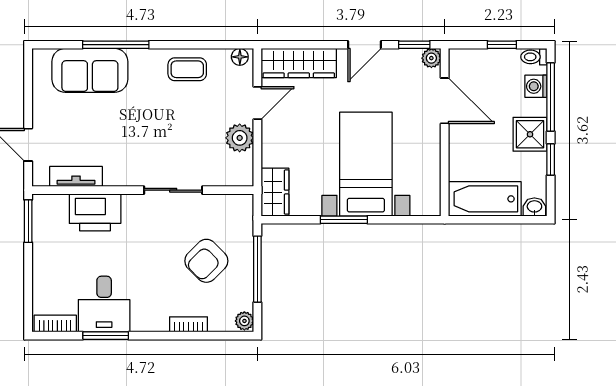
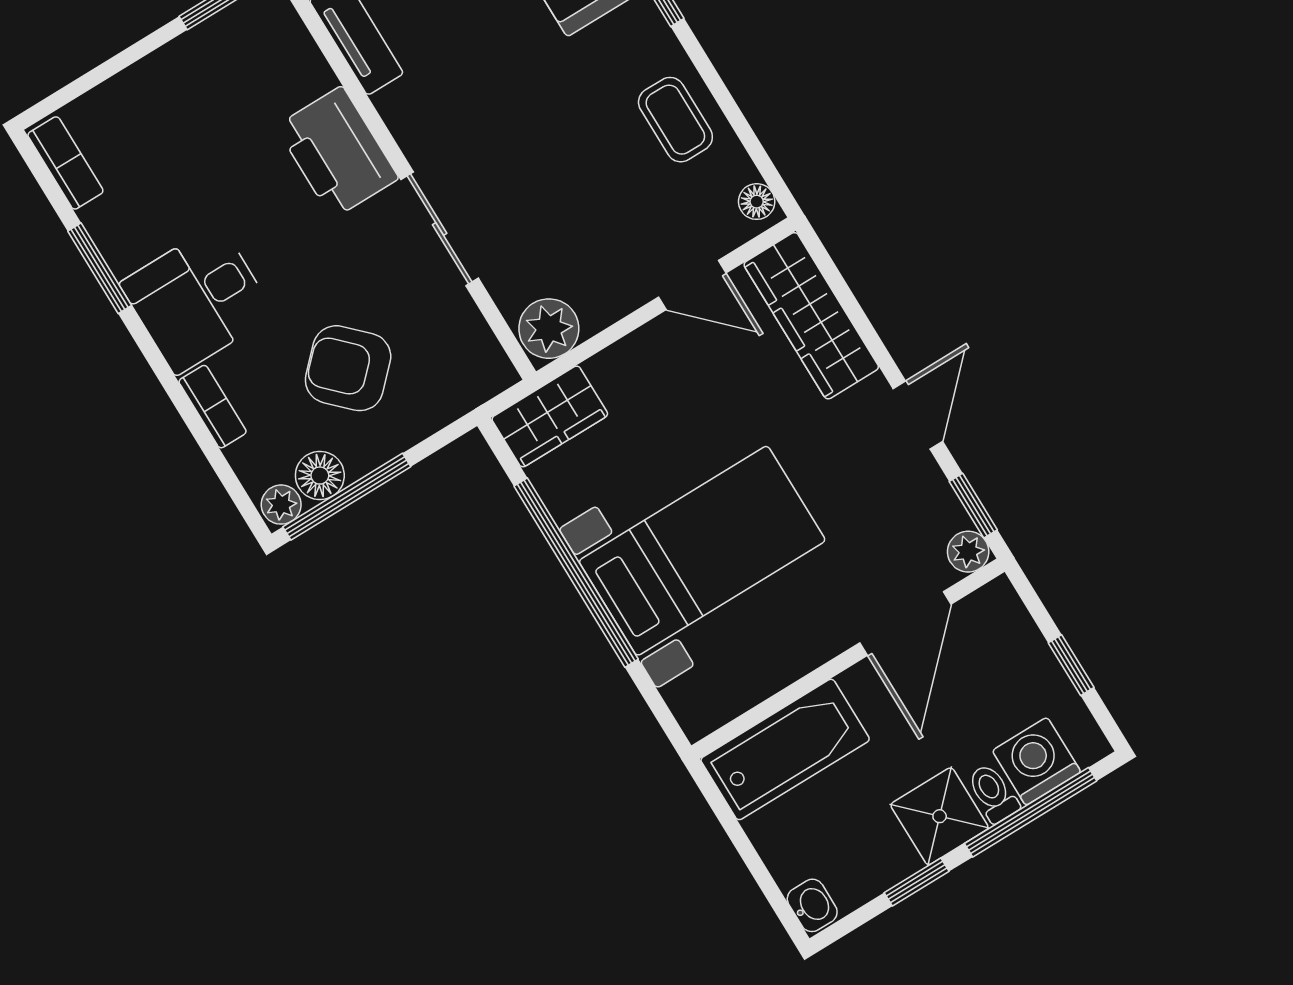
door: (364, 45) -> (918, 415), swing flipped
toilet: (534, 57) -> (993, 793), moved
washing machine: (536, 86) -> (1036, 761), width x1.38, depth x1.38
plant: (240, 138) -> (549, 329), moved
bathtub: (485, 199) -> (785, 749), moved, turned 90
printer: (95, 212) -> (337, 152), moved
window: (344, 220) -> (576, 573), width x2.11
window: (257, 269) -> (347, 497), moved
floor lamp: (242, 298) -> (320, 476), added
desk: (104, 304) -> (197, 299), moved

